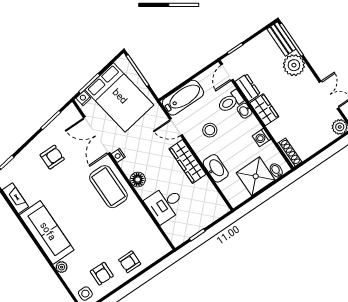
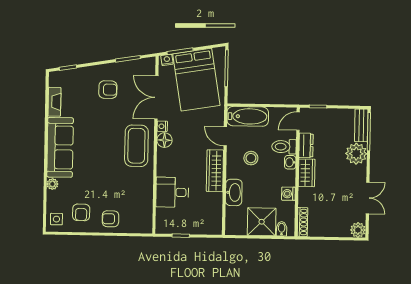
floor lamp: (138, 180) -> (164, 140), moved

